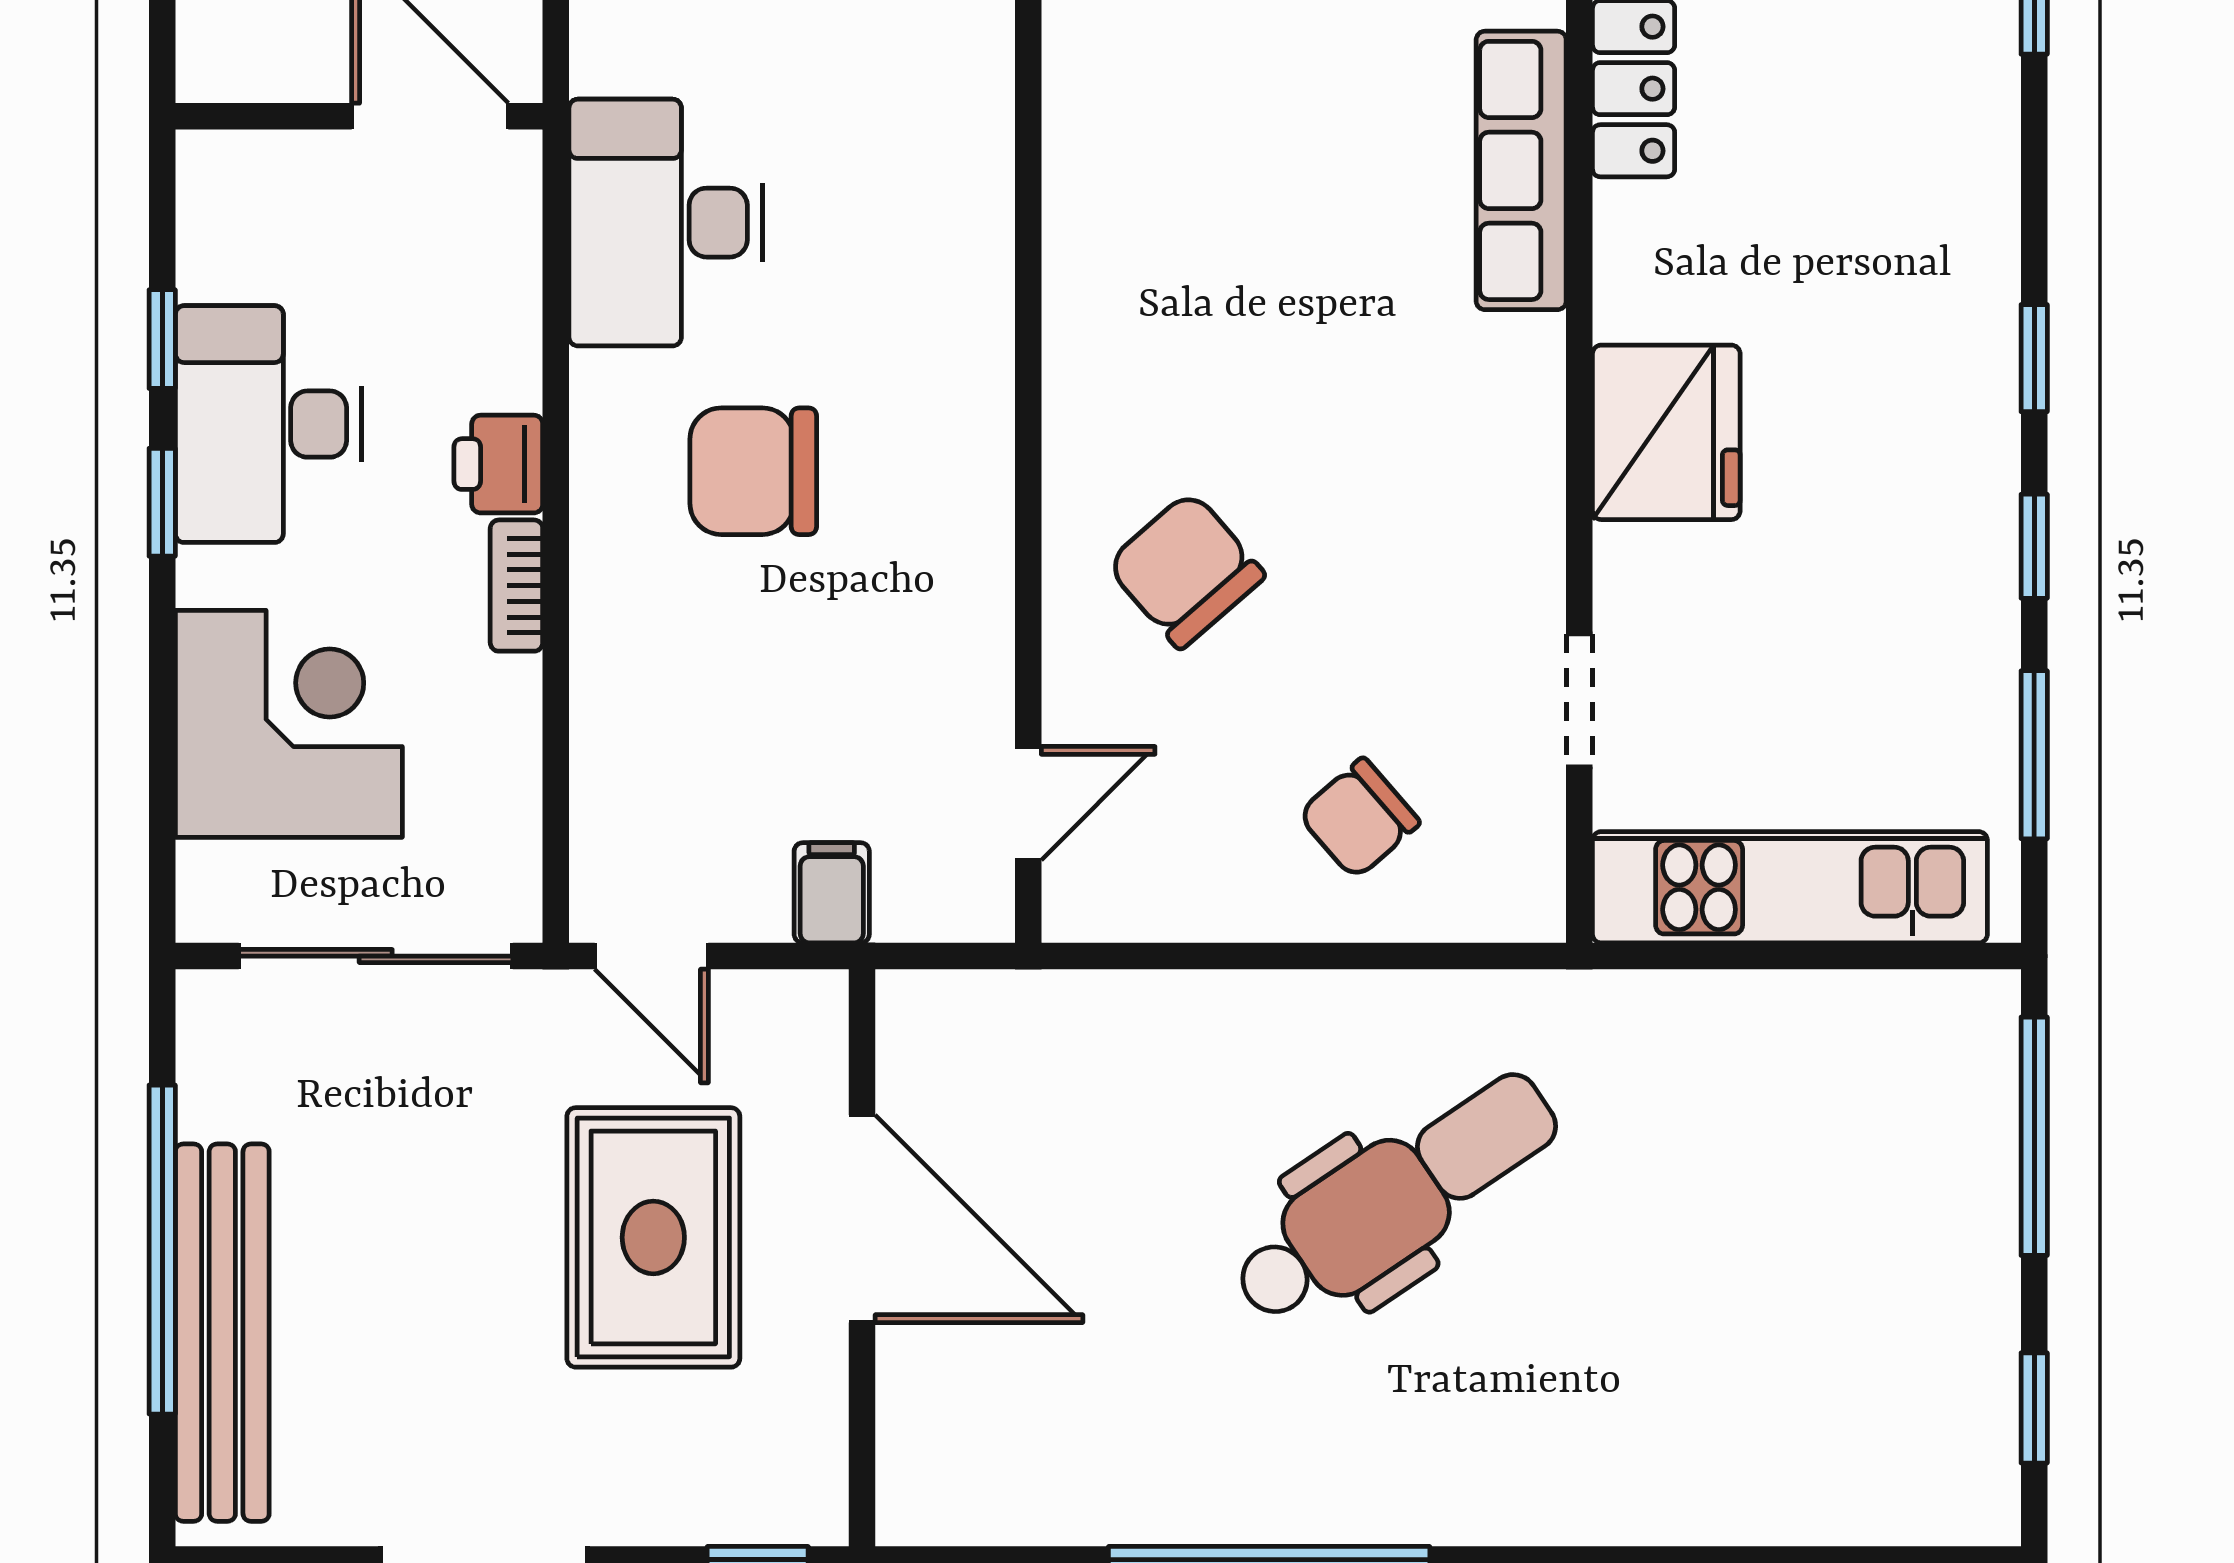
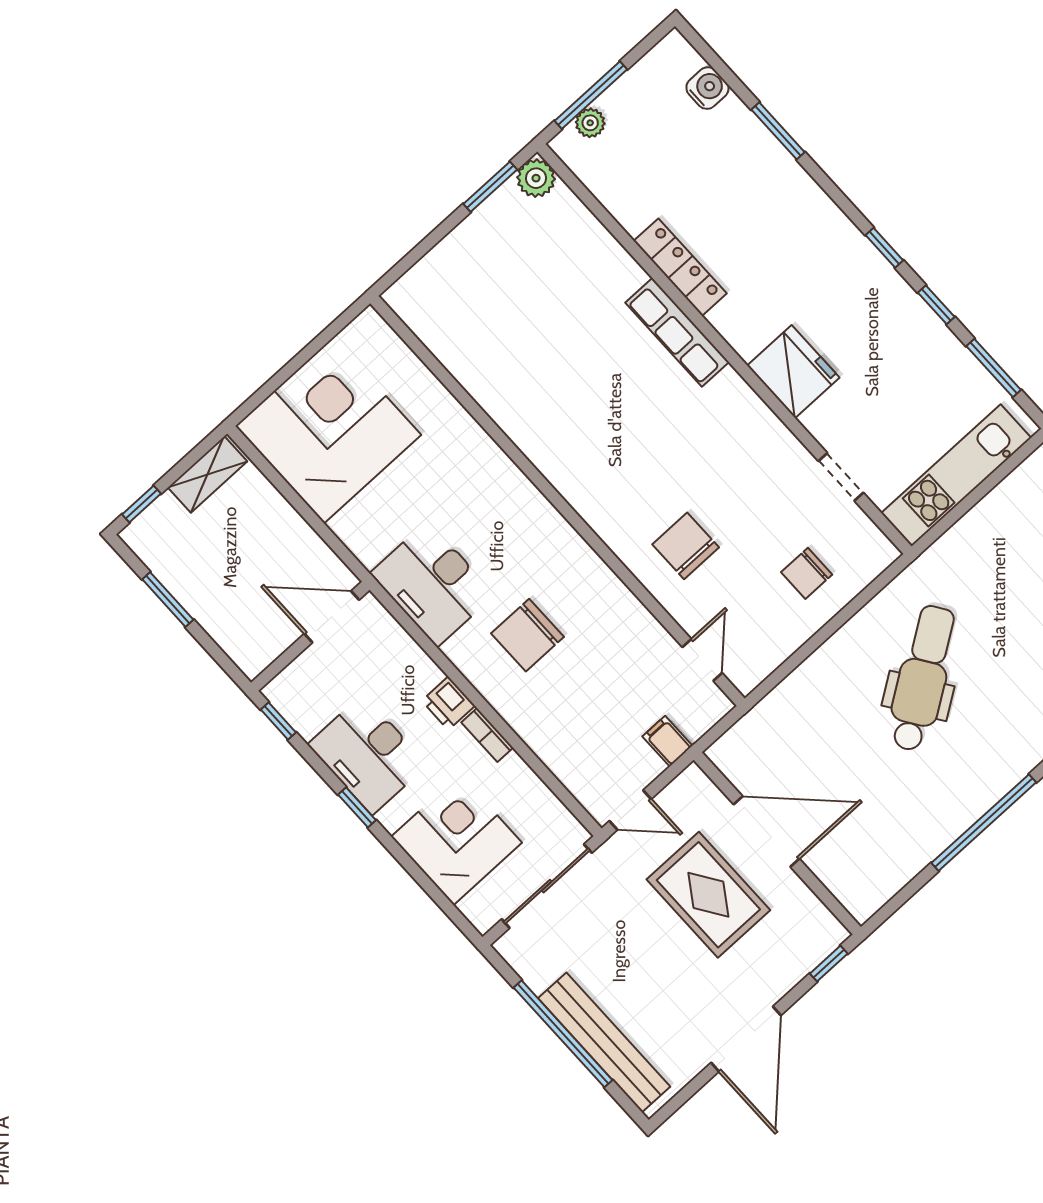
window: (162, 339) -> (278, 721), moved
chair: (1186, 570) -> (686, 546), turned 41
chair: (1359, 818) -> (807, 573), turned 41

